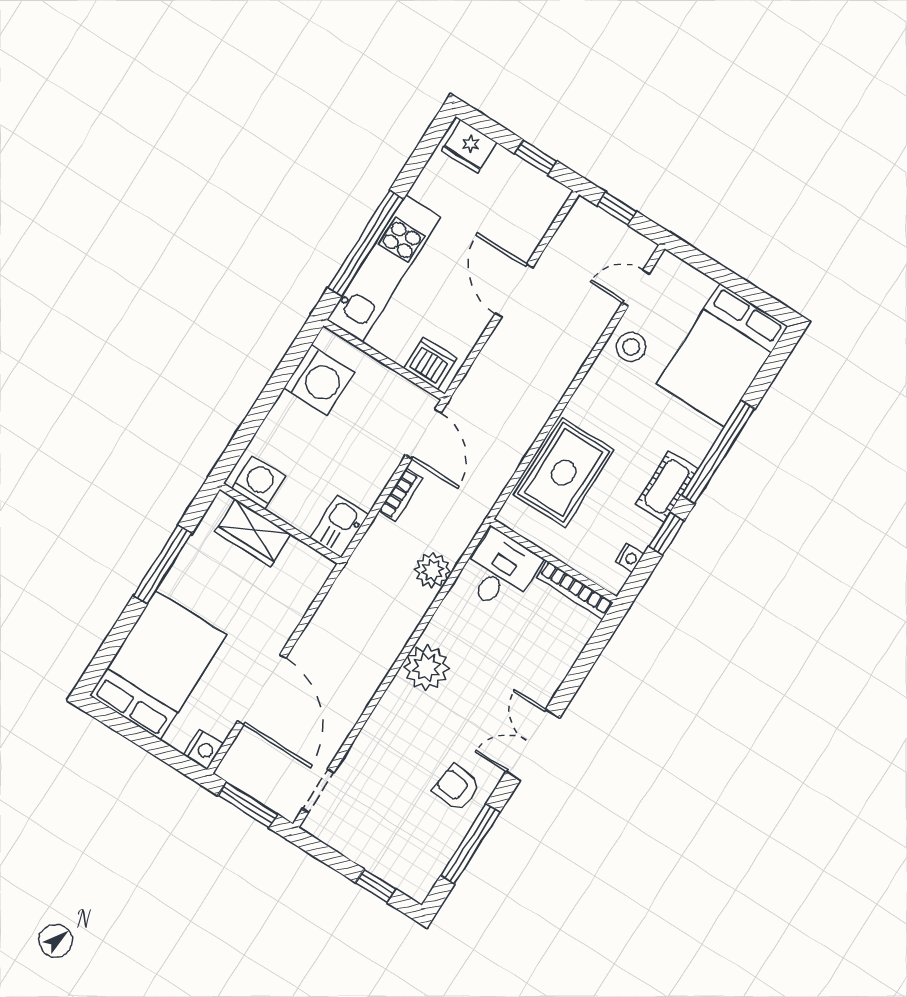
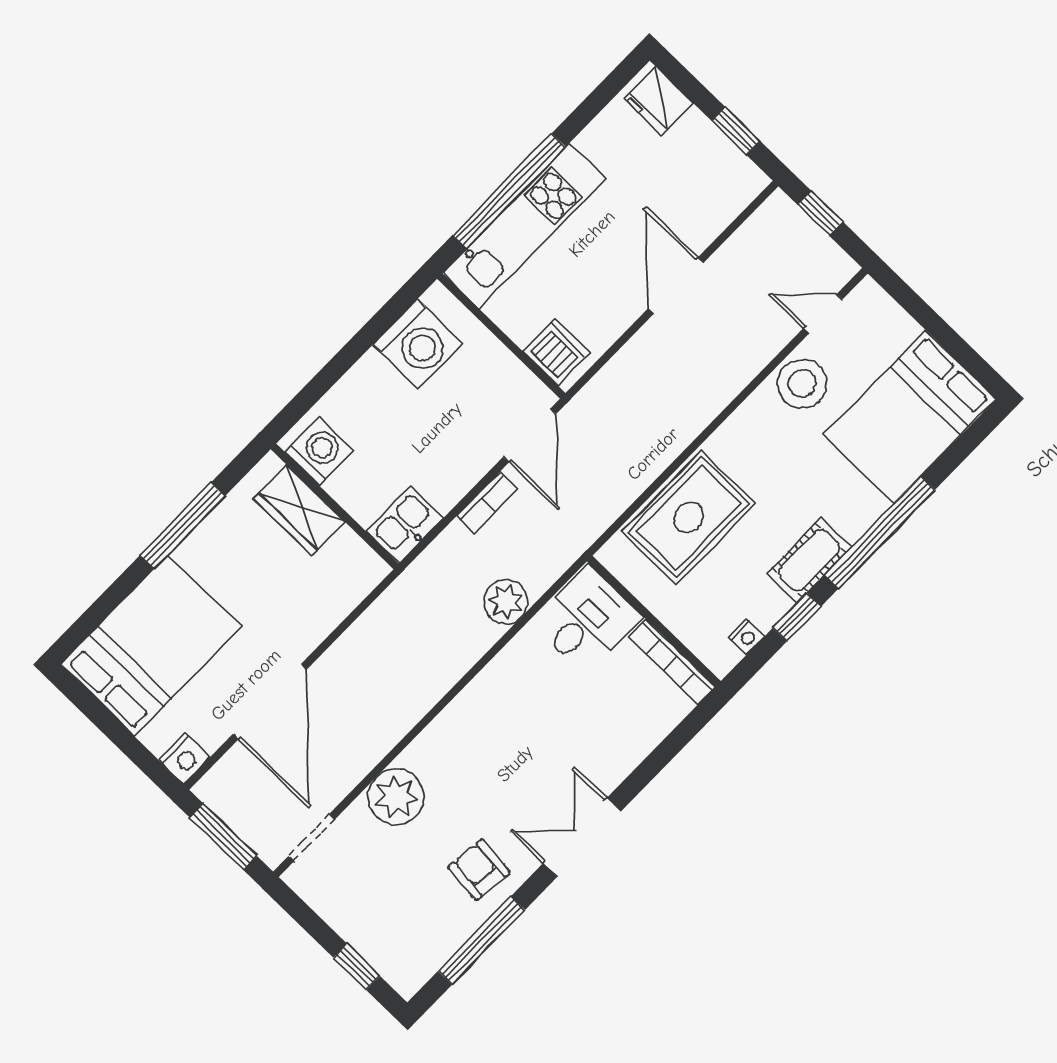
stool: (631, 347) -> (802, 383), width x1.38, depth x1.38
plant: (426, 668) -> (396, 797), moved

